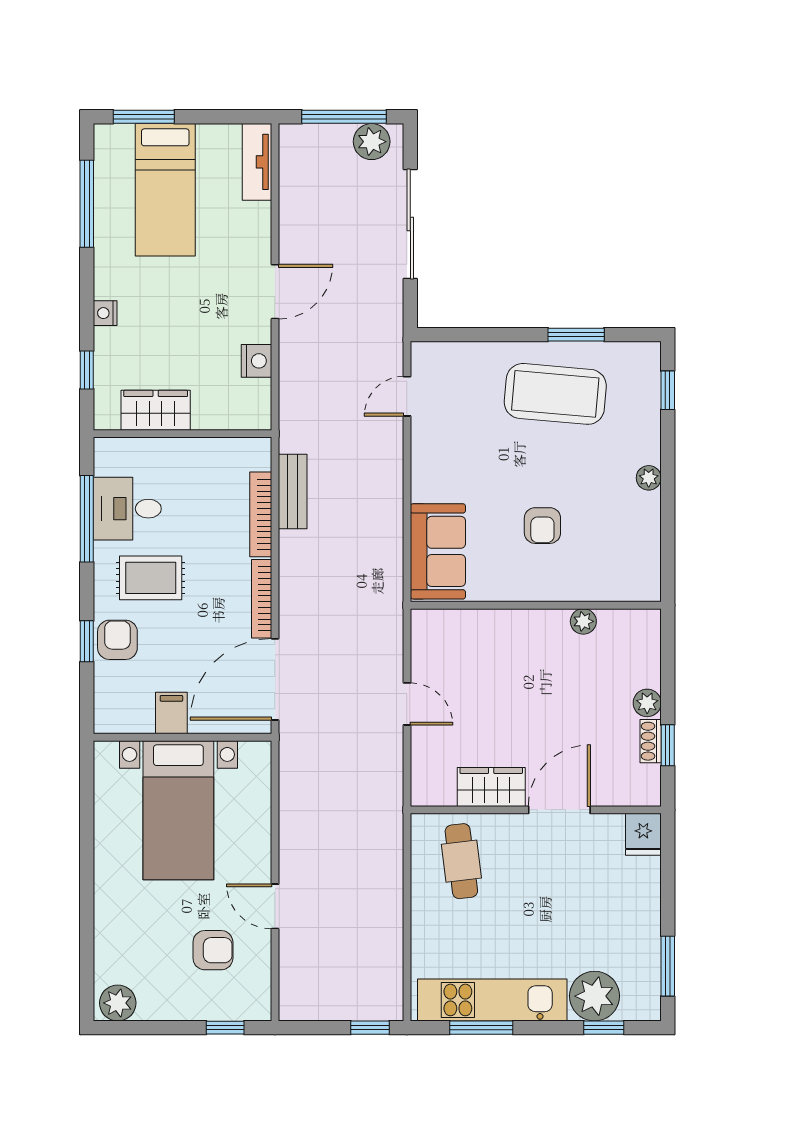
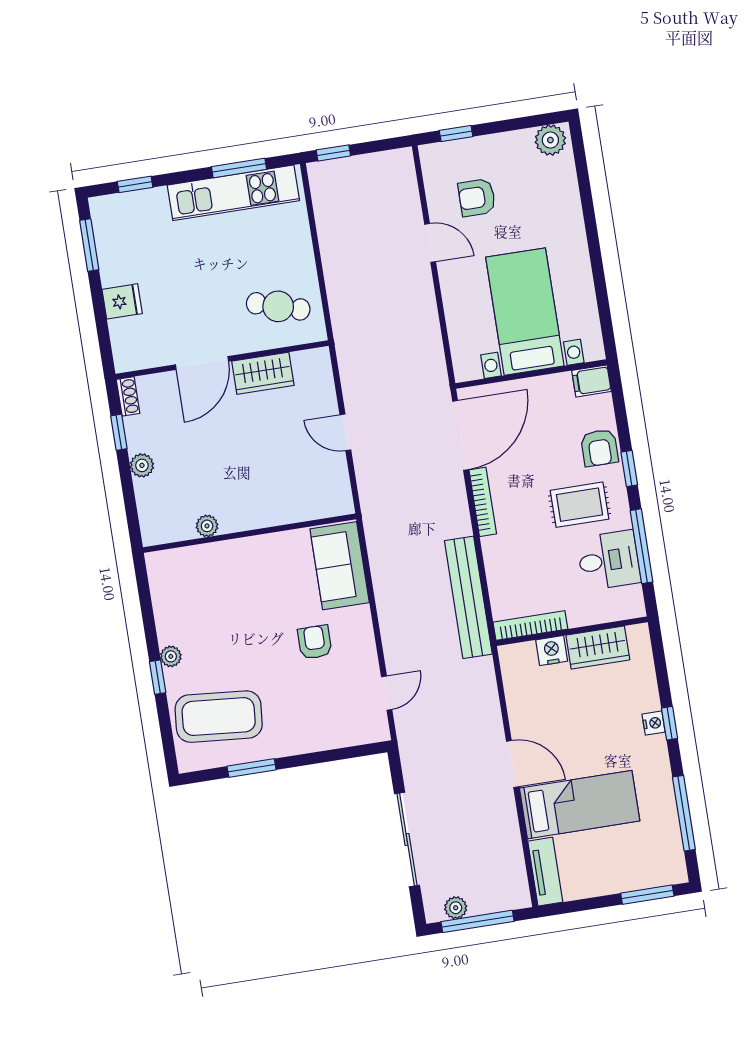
plant: (372, 142) -> (456, 908), width x0.73, depth x0.73
bed: (165, 190) -> (580, 805), moved, turned 90
door: (275, 292) -> (513, 764), swing flipped
nightstand: (256, 361) -> (552, 651), moved, turned 90
window: (87, 370) -> (670, 723), moved
window: (668, 390) -> (158, 677), moved
coffee table: (555, 394) -> (219, 717), moved
bench: (293, 492) -> (468, 597), width x1.86, depth x1.21
bookcase: (261, 514) -> (530, 626), moved, turned -90
armchair: (542, 526) -> (315, 642), moved
window: (87, 641) -> (629, 469), moved
filing cabinet: (171, 713) -> (591, 381), moved, turned 90
shoe rack: (651, 741) -> (128, 396), moved
fridge: (643, 834) -> (122, 301), moved, turned 90
cafe table: (461, 861) -> (278, 306), turned -66
plant: (595, 996) -> (147, 210), removed

